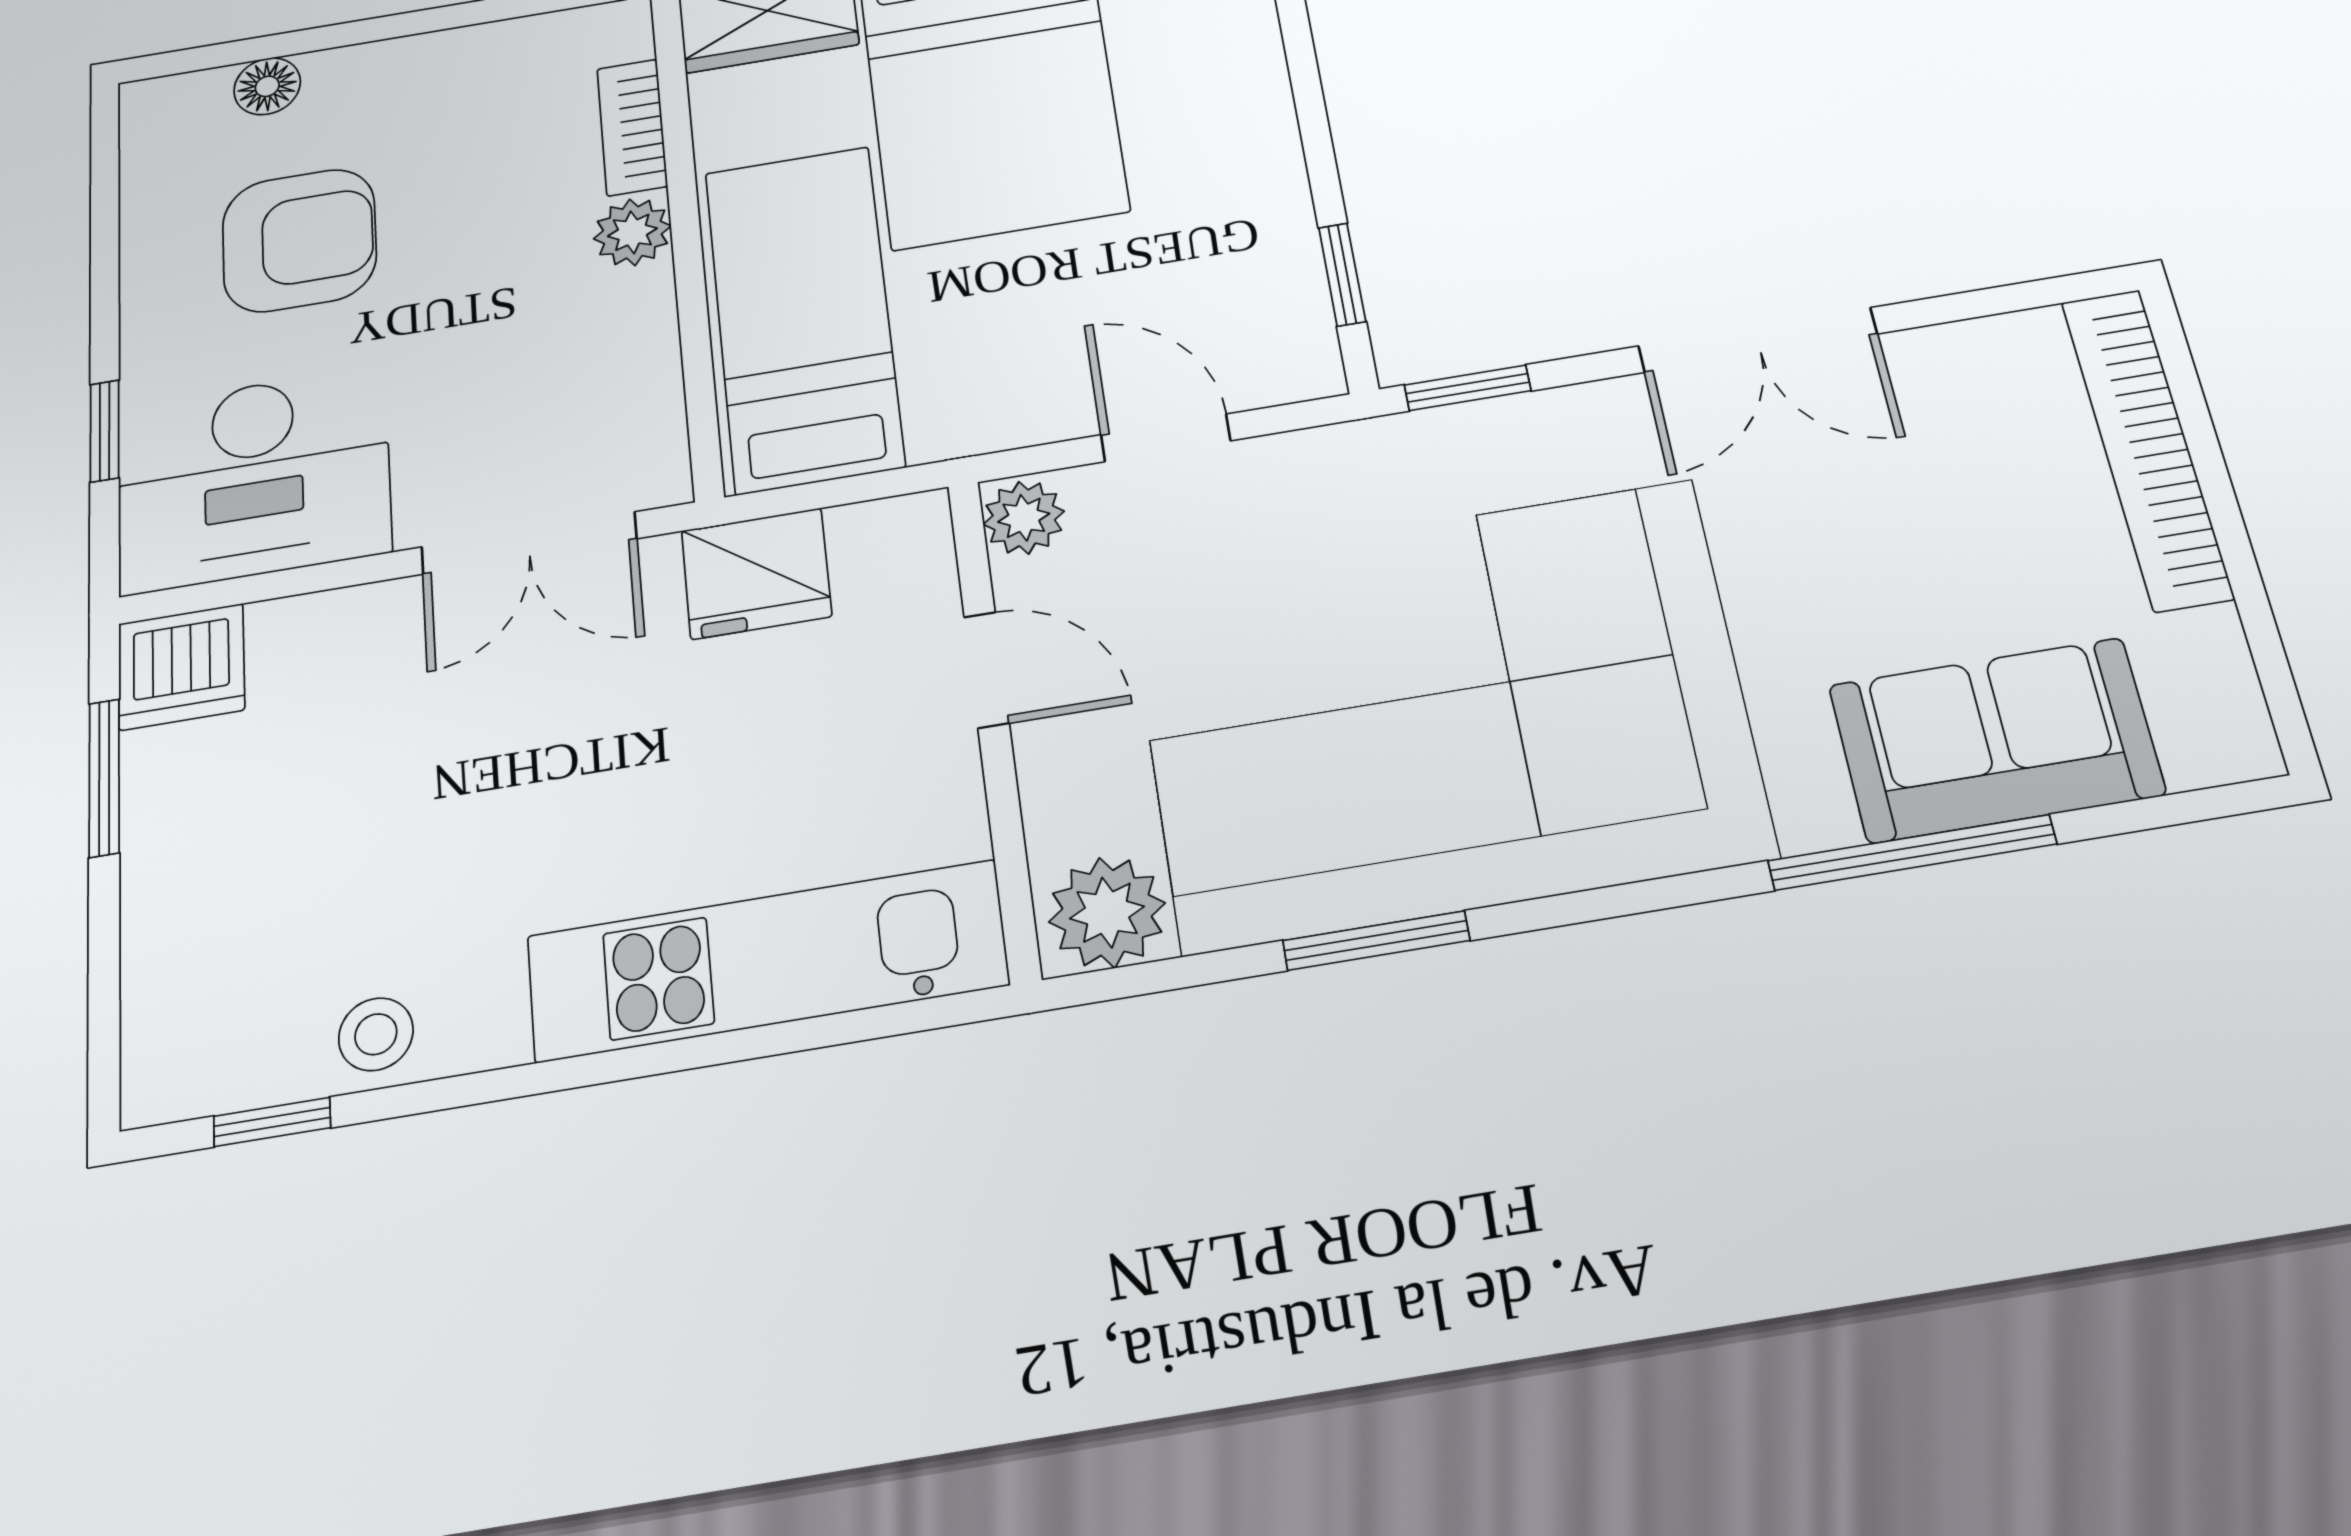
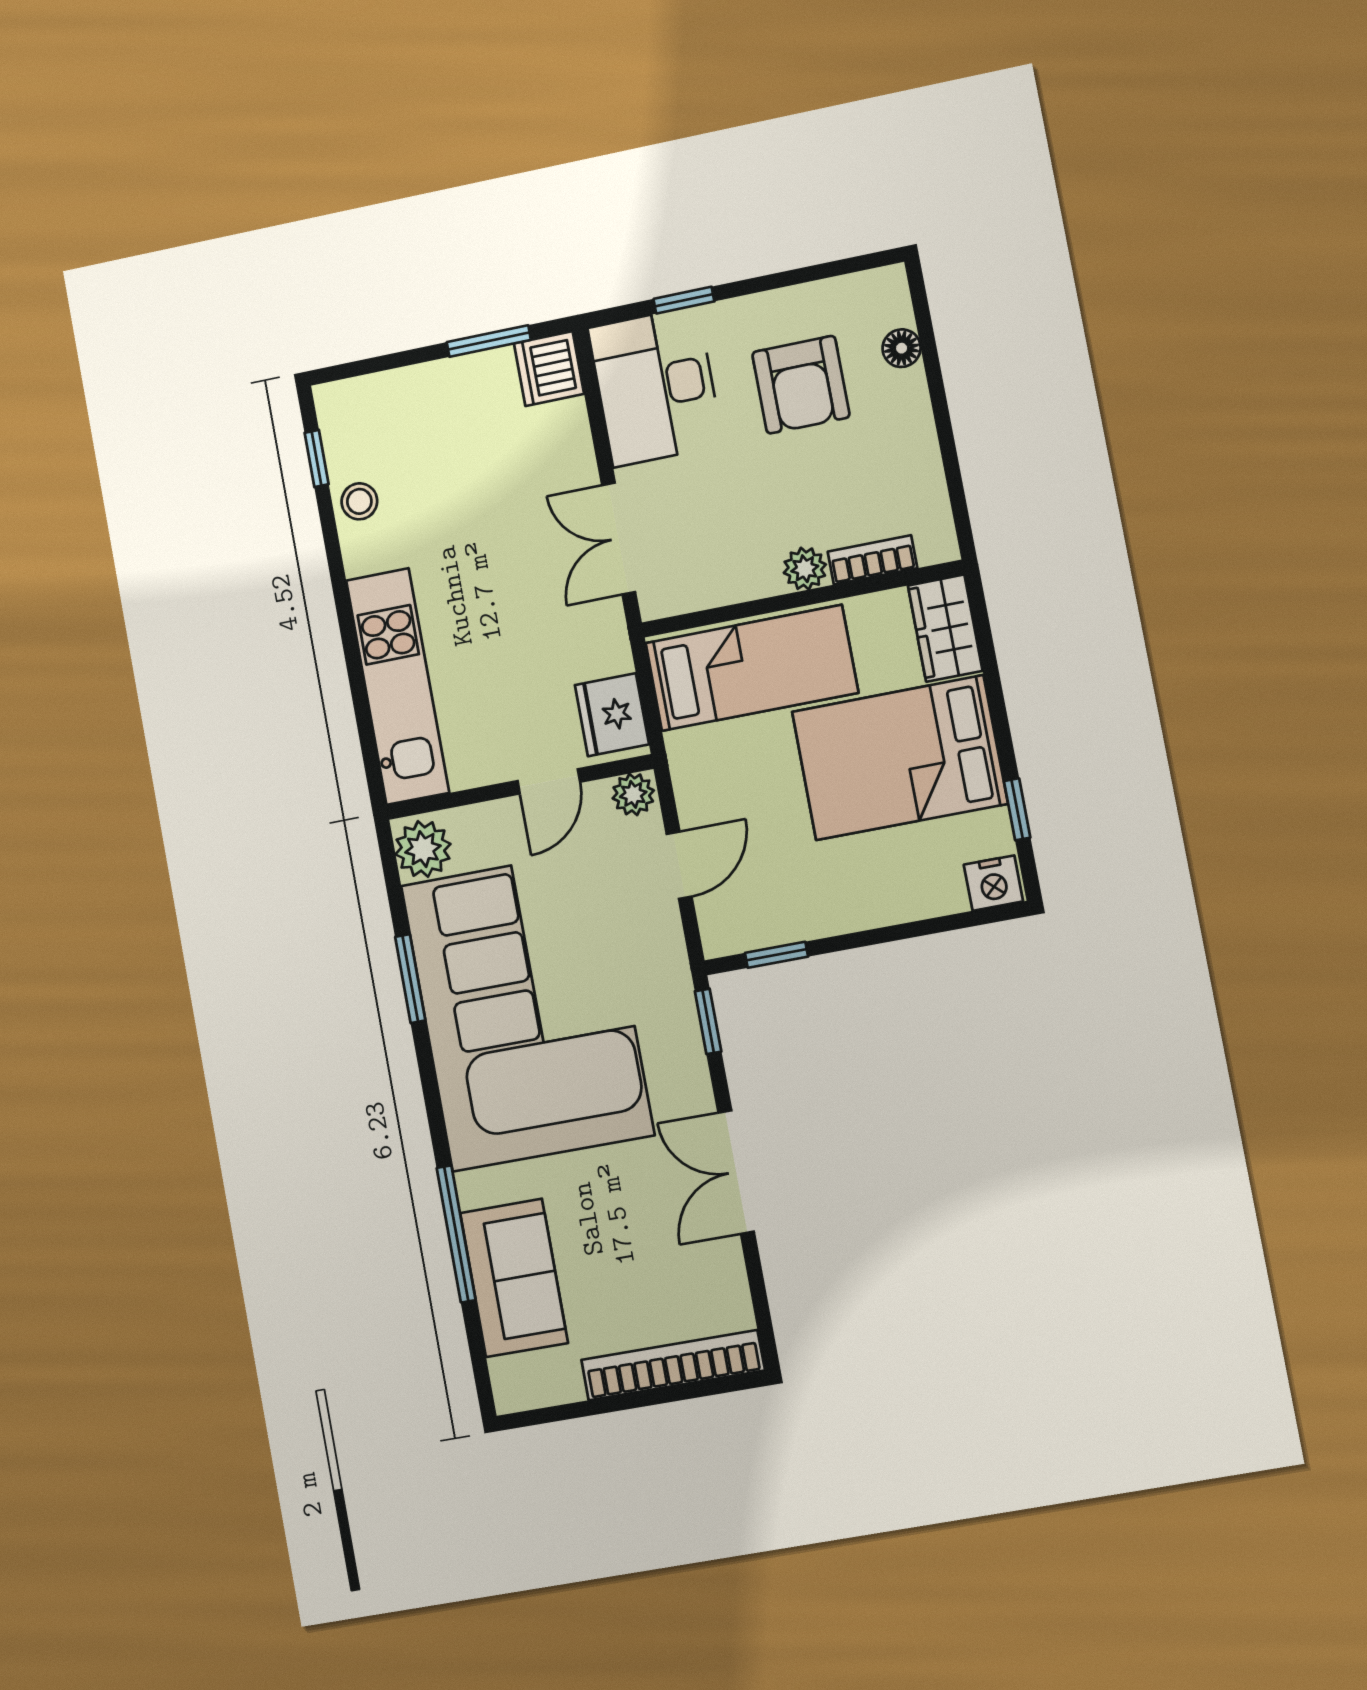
fridge: (756, 573) -> (612, 715), moved

